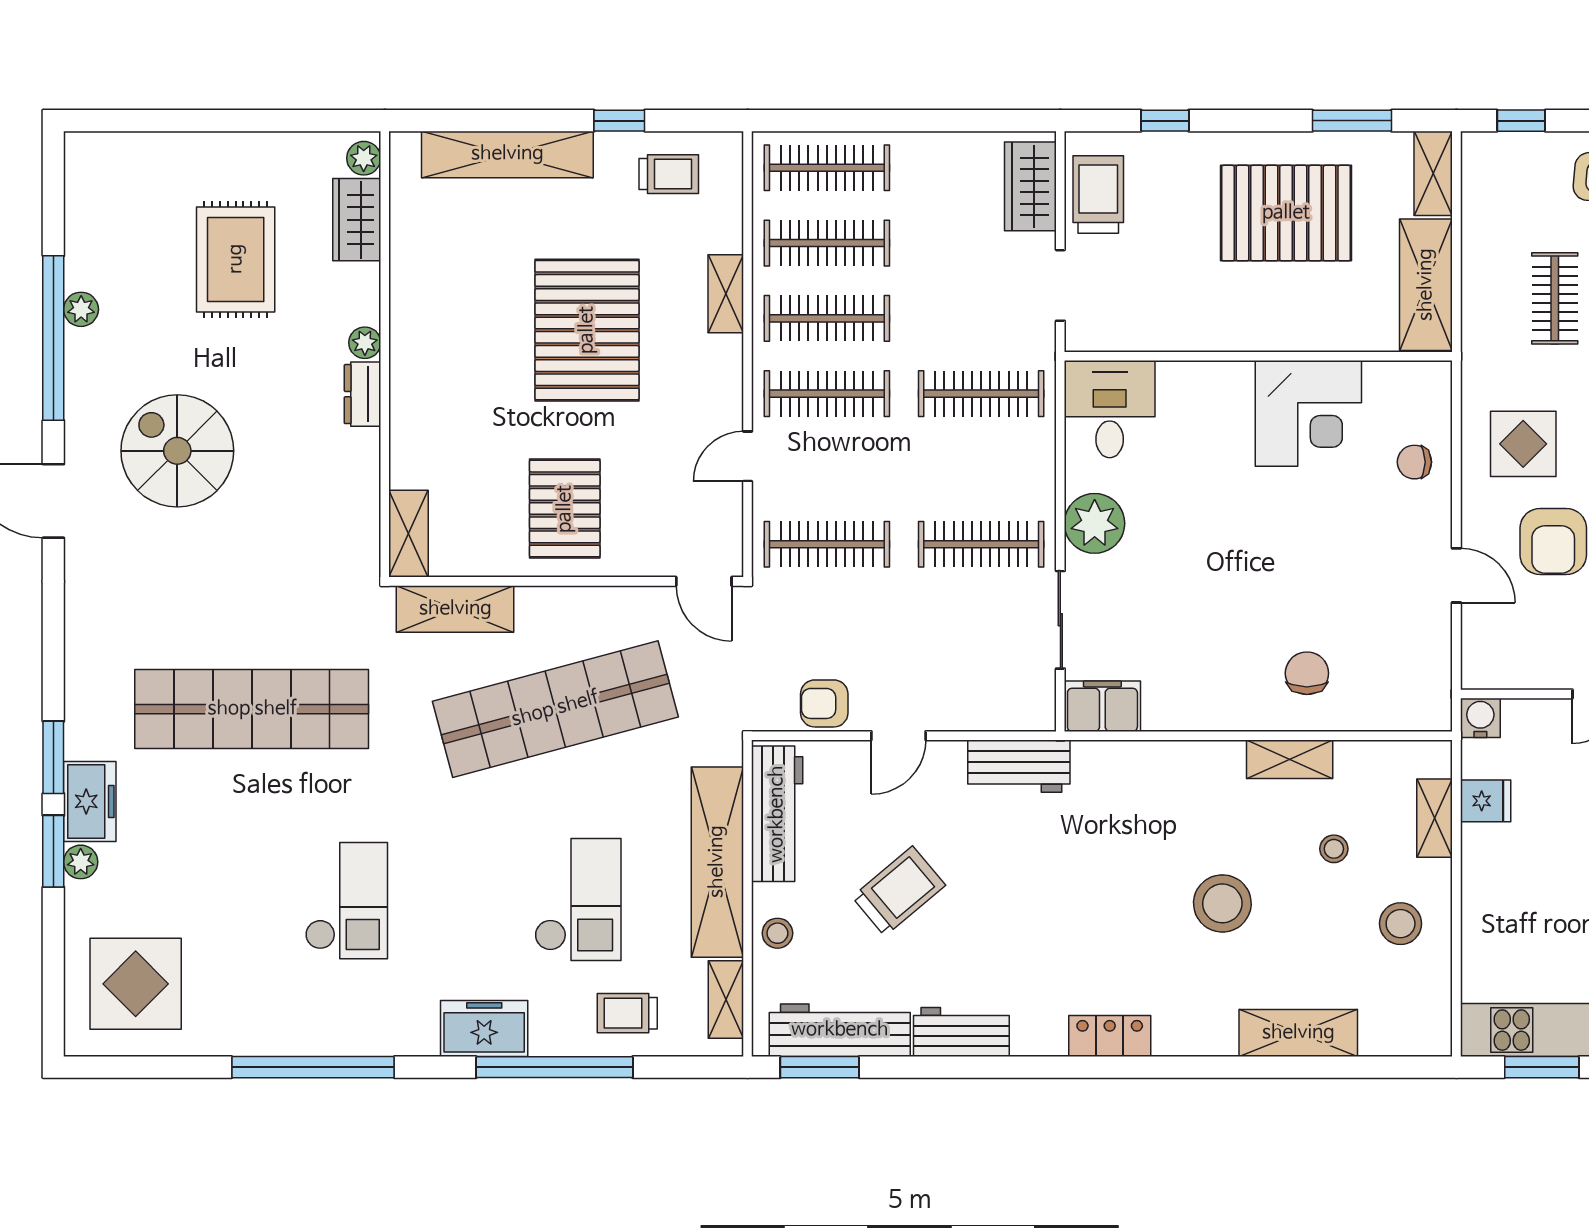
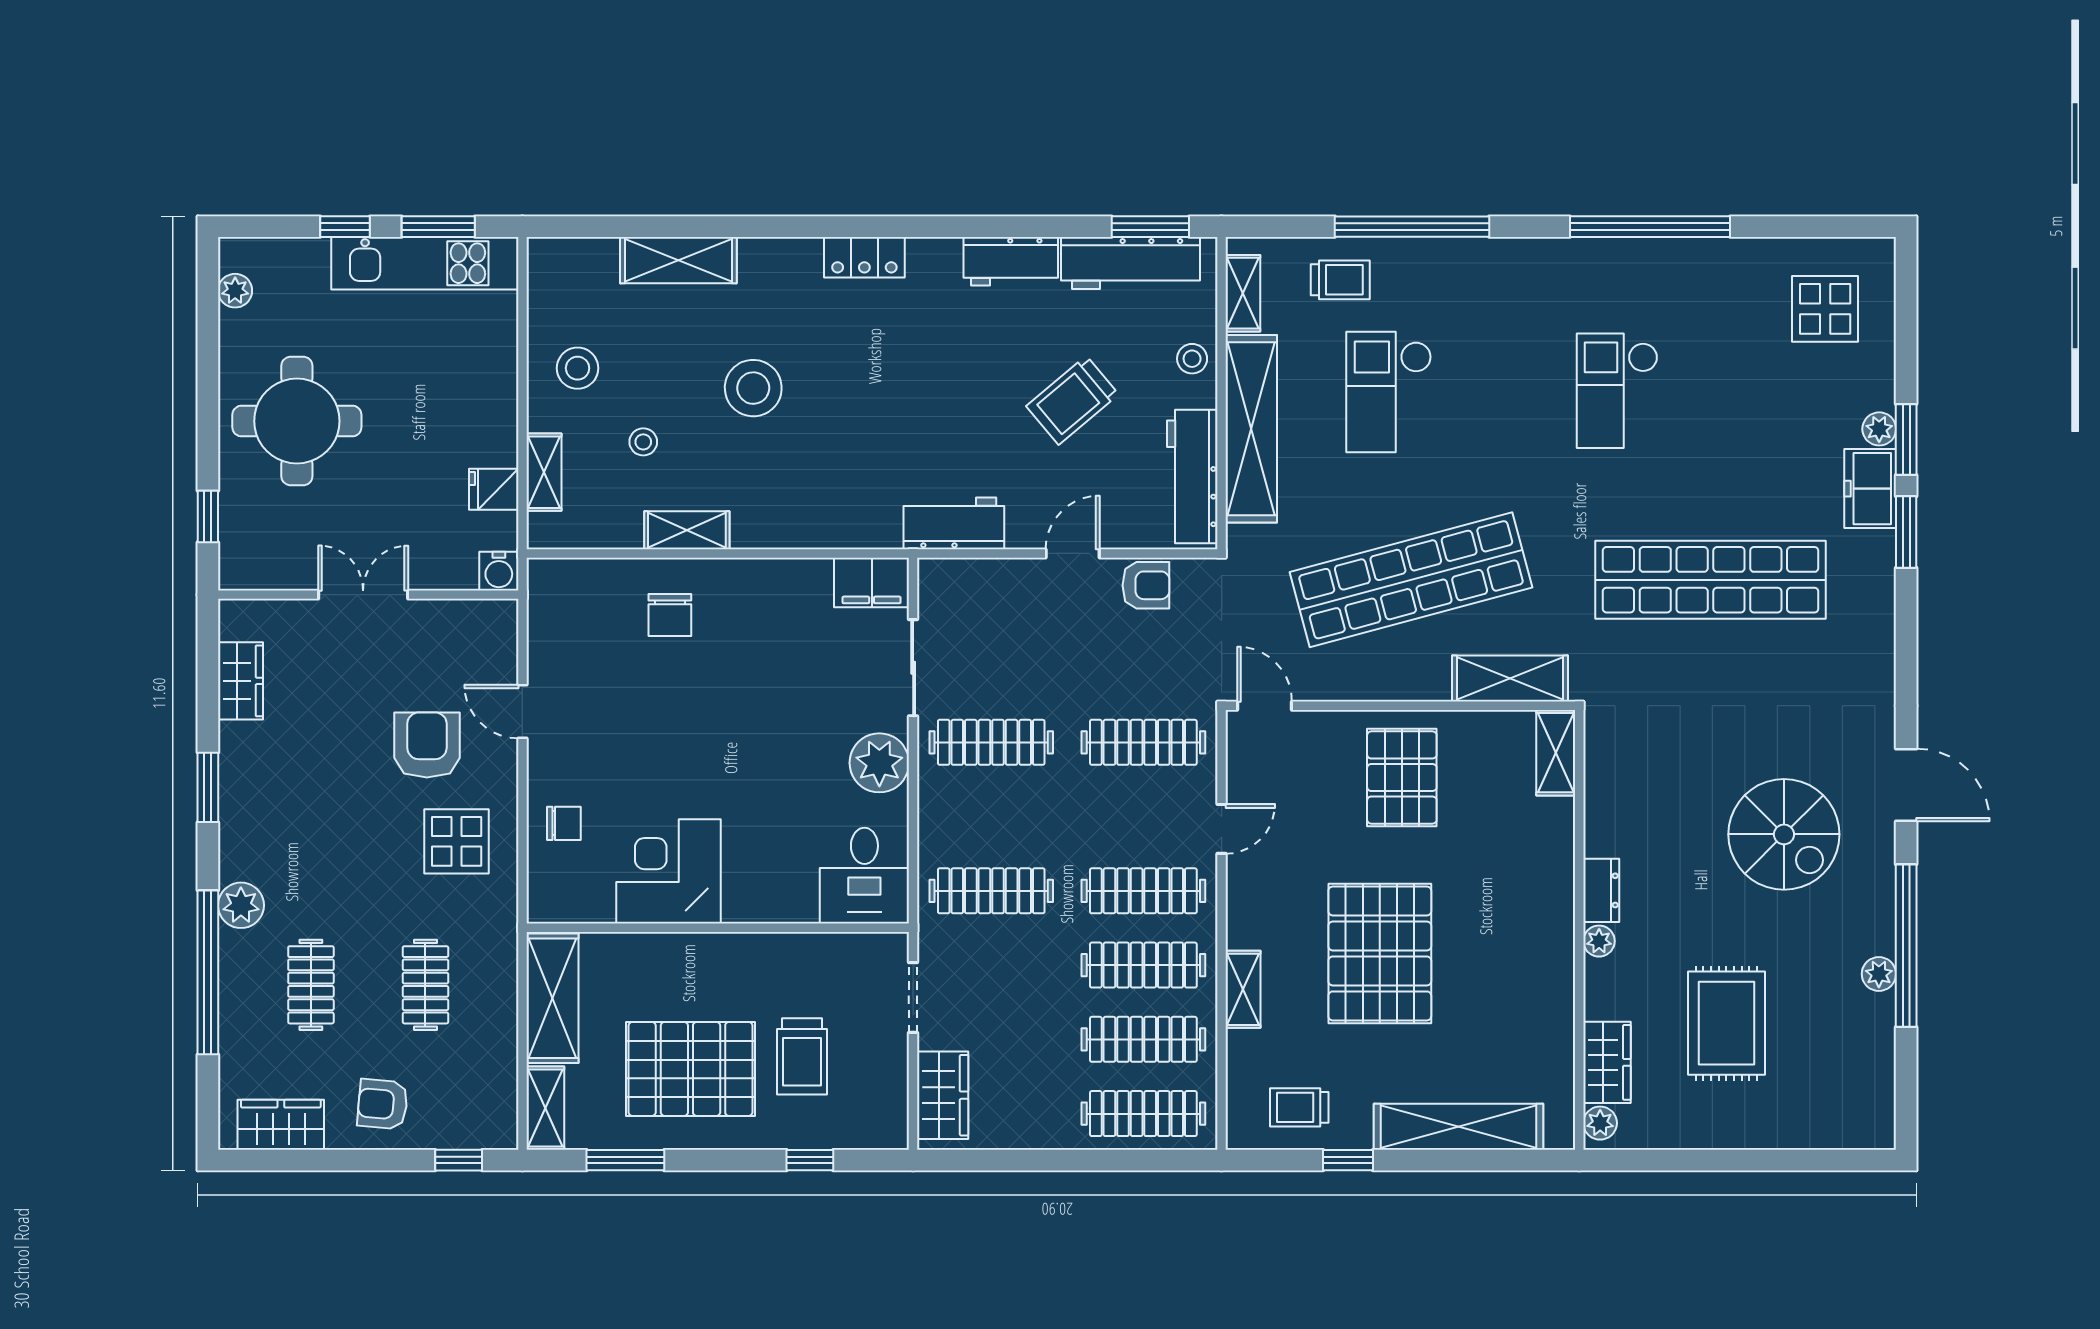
trolley: (1098, 195) -> (802, 1056), moved
display table: (136, 984) -> (1825, 309), width x0.73, depth x0.73
freezer: (484, 1029) -> (1481, 265), removed

